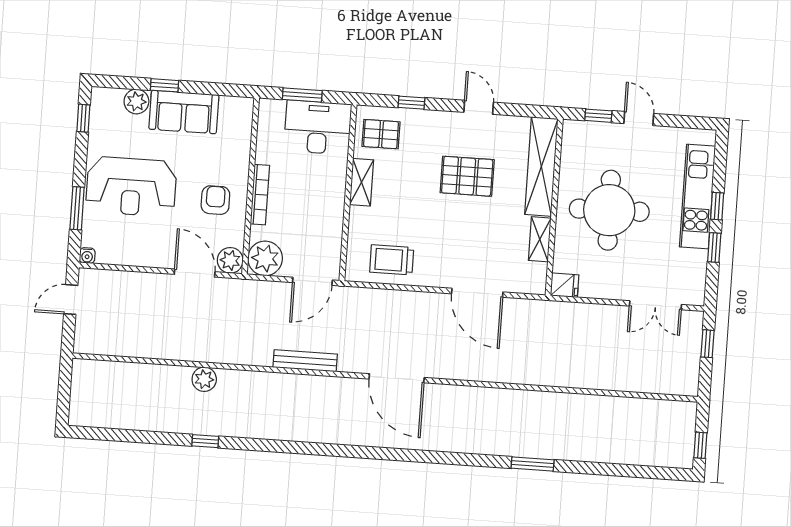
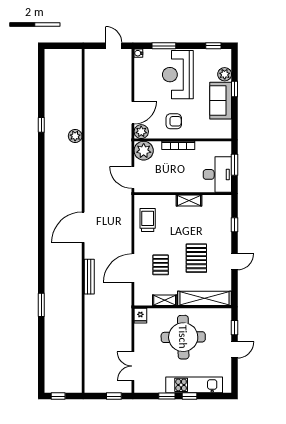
pallet: (381, 134) -> (161, 265), moved
bench: (305, 361) -> (89, 277), moved
plant: (204, 379) -> (75, 136), moved

